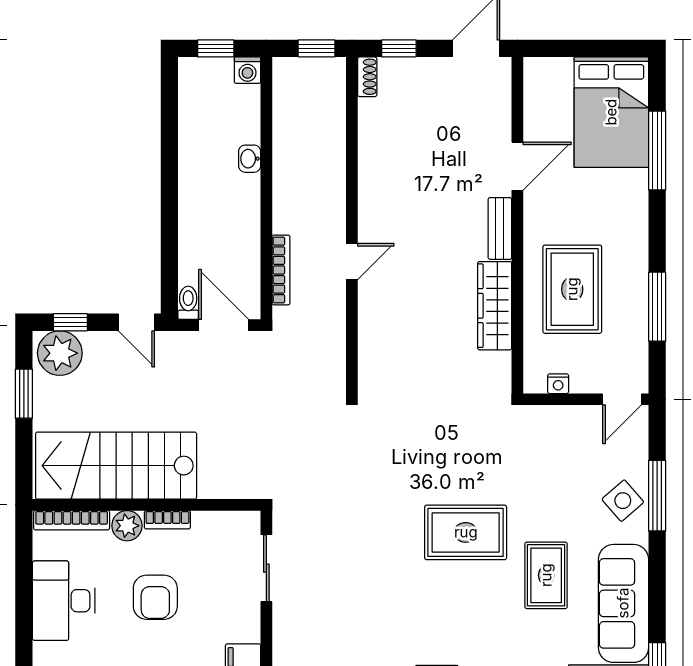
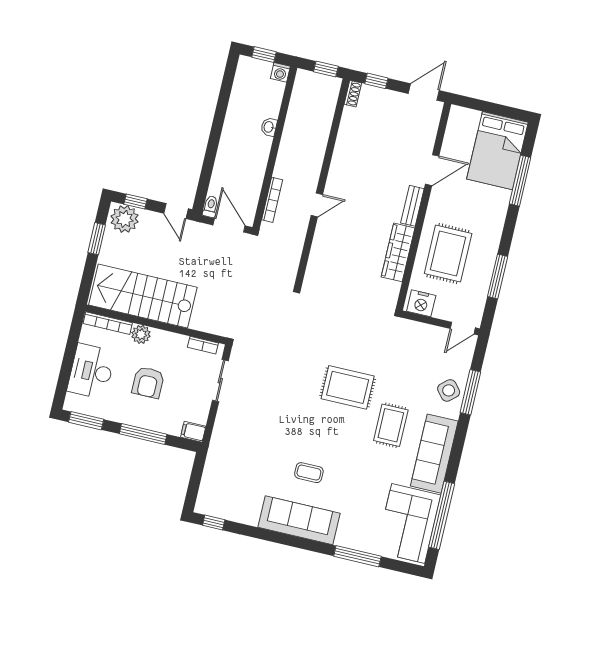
nightstand: (558, 384) -> (421, 303), width x1.89, depth x1.79
bookcase: (167, 520) -> (203, 345), moved

